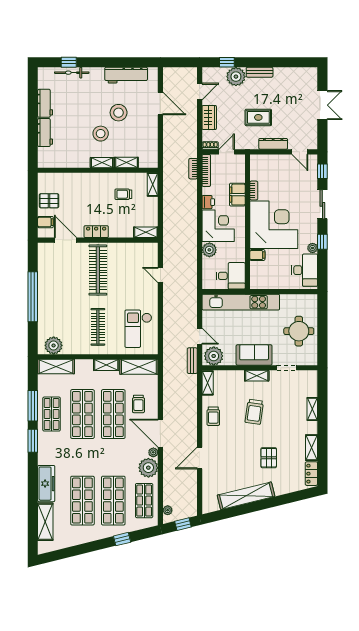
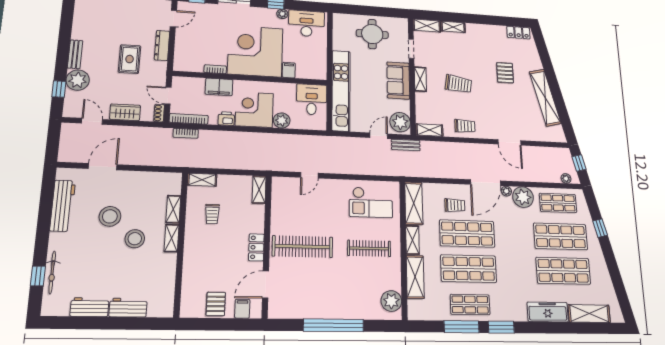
shelving: (56, 366) -> (415, 277), moved
shelving: (312, 448) -> (427, 26), moved
pallet: (269, 458) -> (505, 73), turned 90

